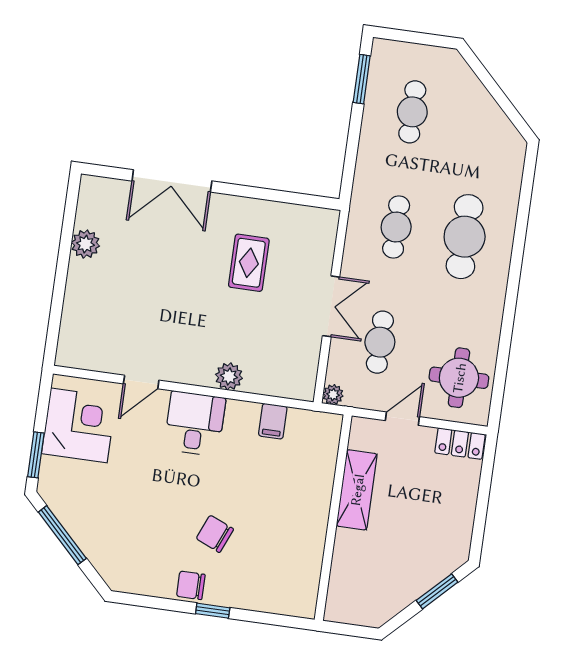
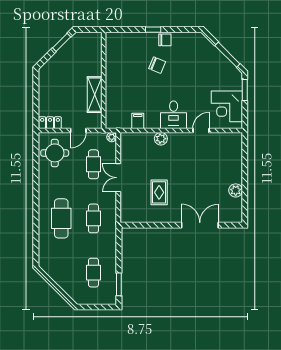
window: (437, 591) -> (62, 42), moved

